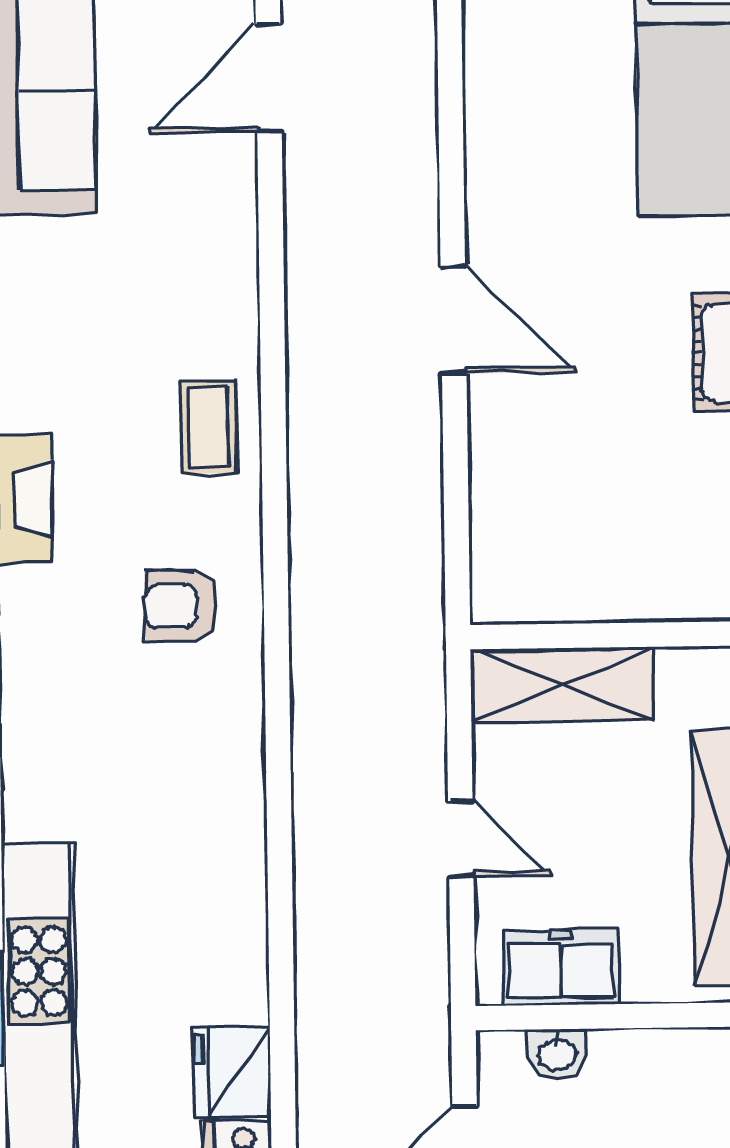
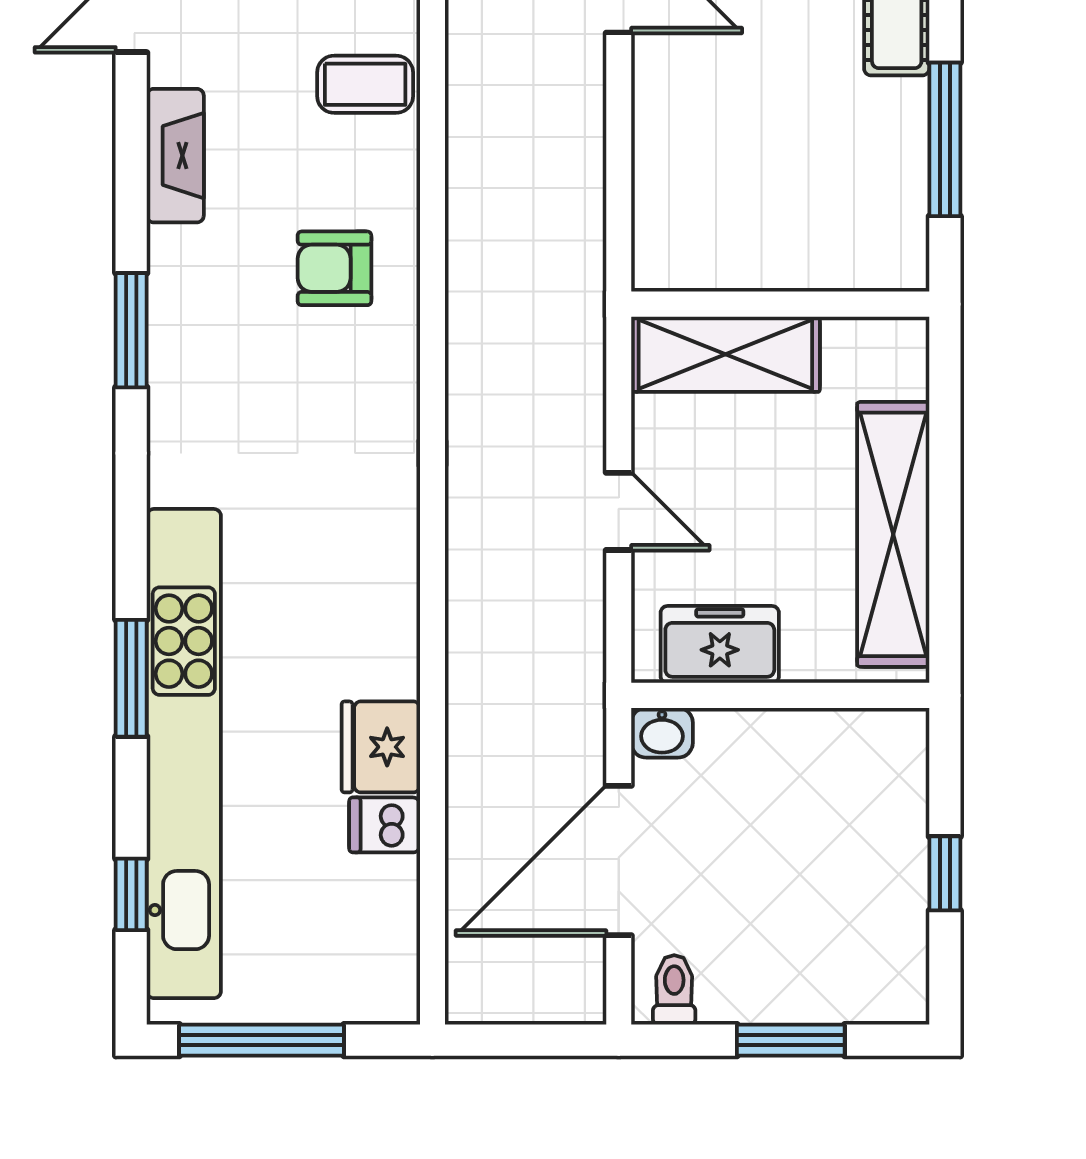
coffee table: (208, 427) -> (365, 84), turned 90
washbasin: (557, 1053) -> (662, 733), moved

